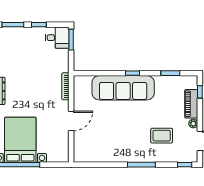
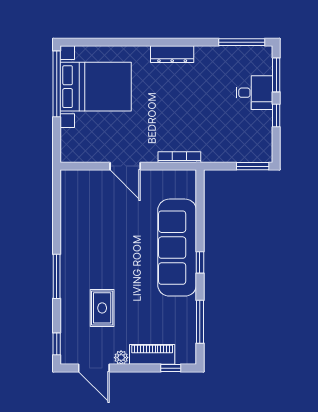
desk: (57, 38) -> (254, 93), moved, turned -90
window: (170, 73) -> (200, 322), width x1.44

